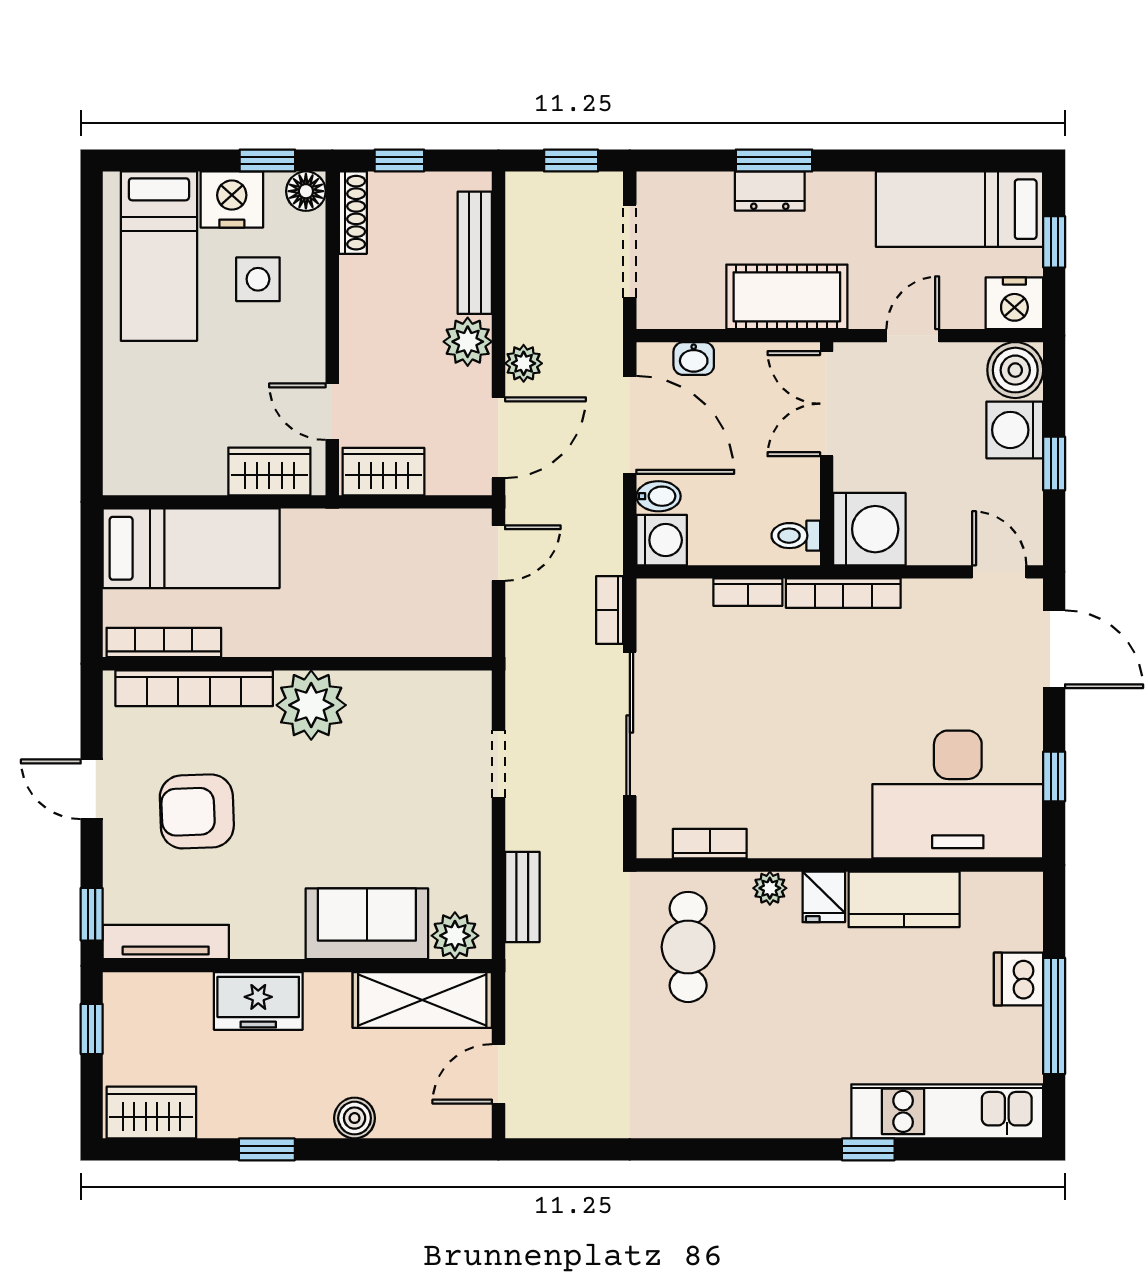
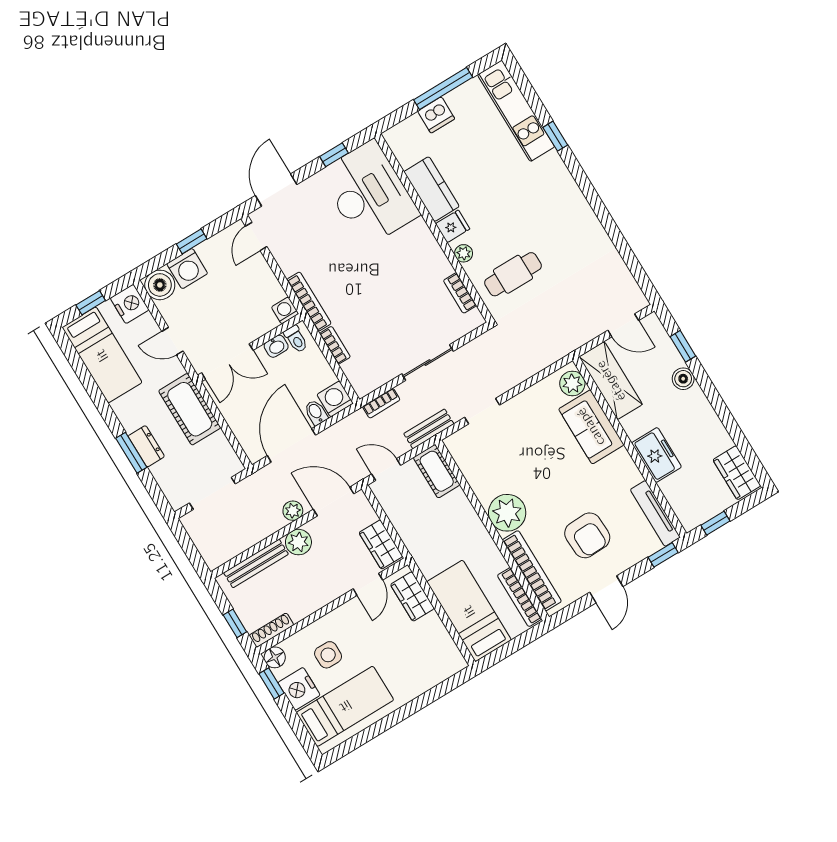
window: (571, 161) -> (187, 545), removed
washbasin: (694, 359) -> (276, 346), moved, turned 90
washing machine: (869, 529) -> (285, 310), width x0.53, depth x0.53
cot: (447, 633) -> (437, 471), added
sliding door: (630, 724) -> (428, 363), width x0.73
bench: (522, 897) -> (429, 429), moved
window: (267, 1149) -> (683, 346), moved

